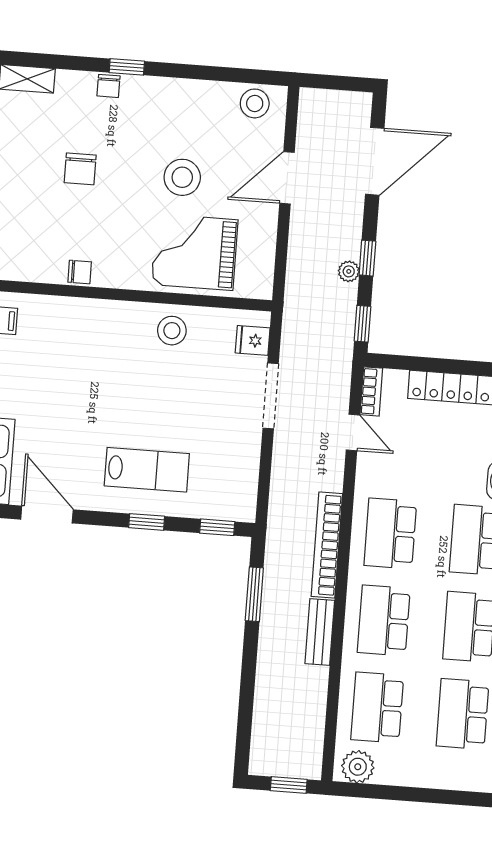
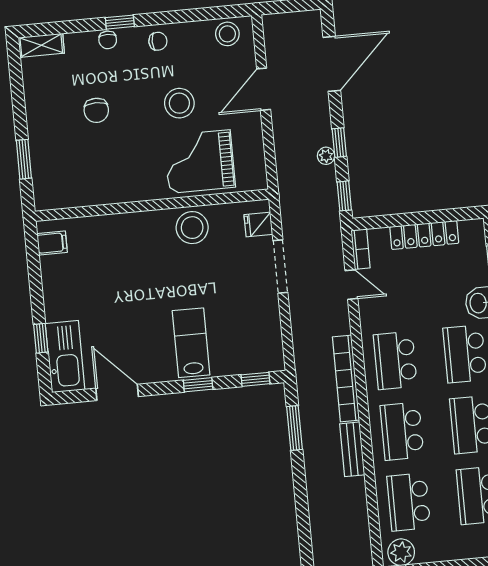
chair: (80, 272) -> (158, 41), moved
stool: (172, 331) -> (192, 228), width x1.38, depth x1.38
lab bench: (147, 470) -> (191, 343), turned -90

